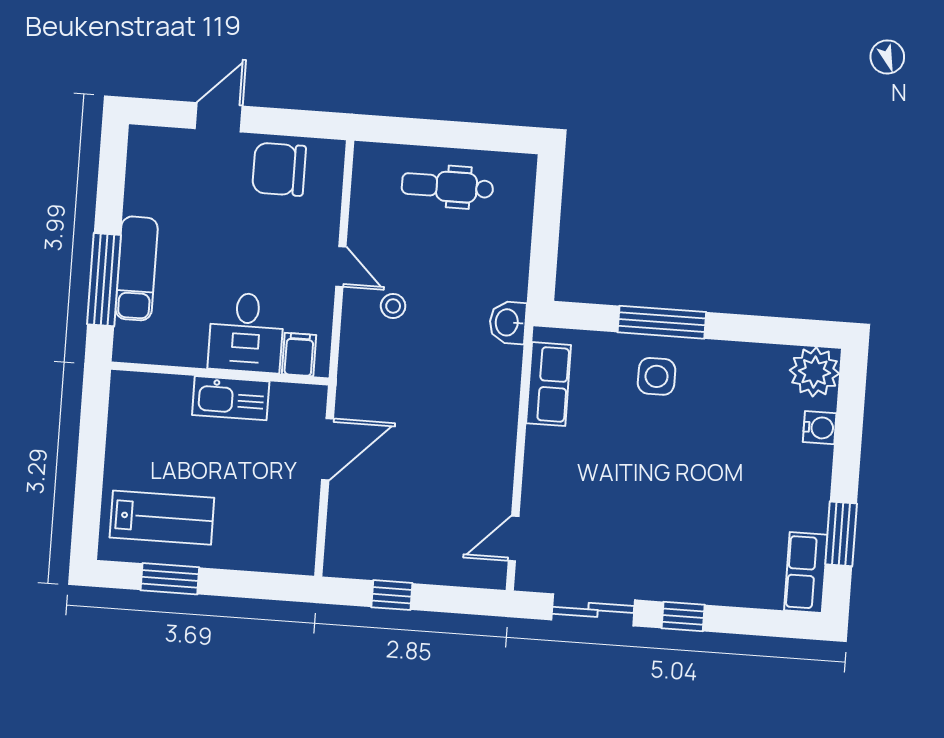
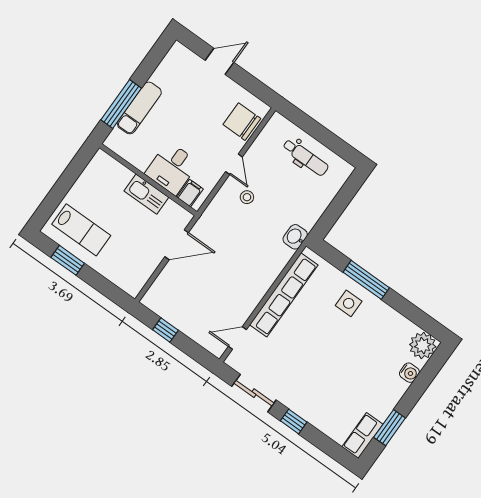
chair: (279, 169) -> (242, 122), moved
dental chair: (447, 186) -> (306, 157), turned 180
row of seats: (549, 384) -> (284, 295), width x2.02

